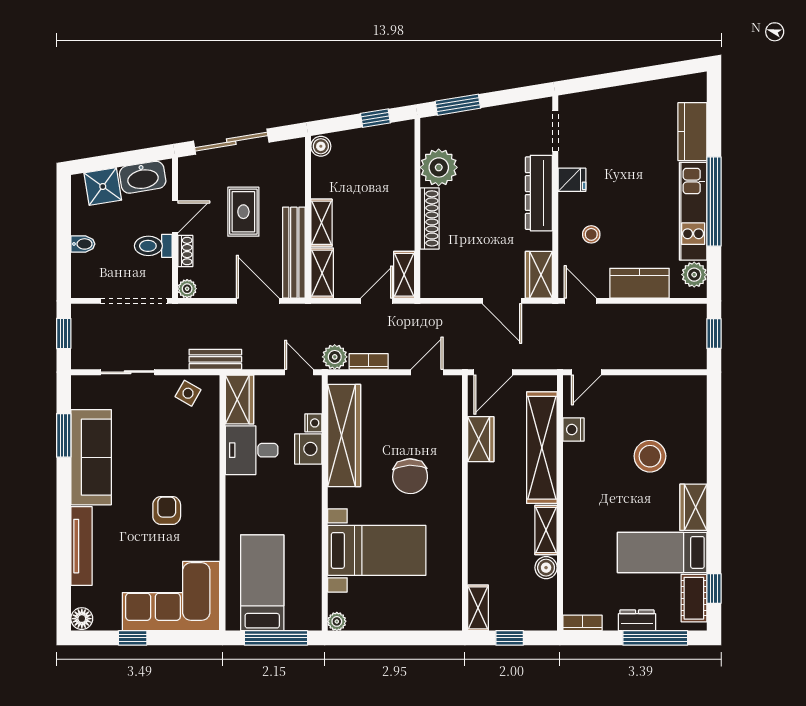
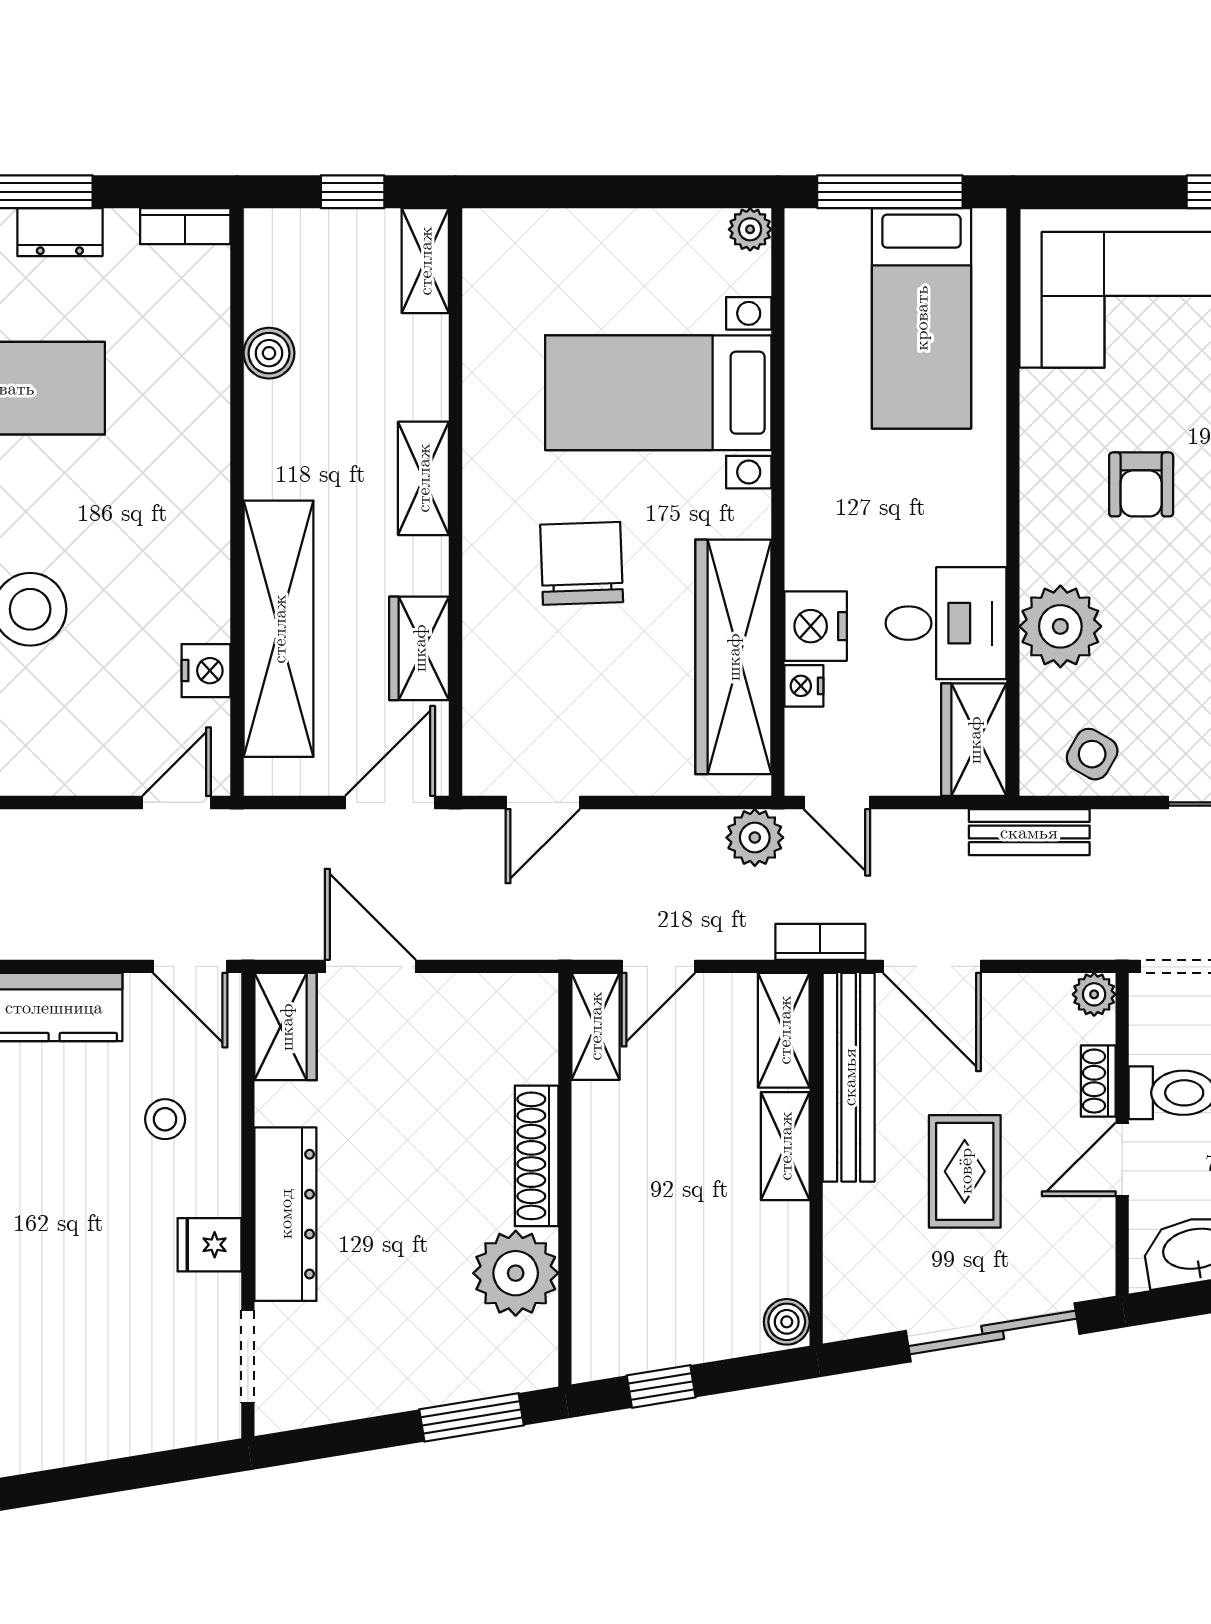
bookcase: (369, 362) -> (820, 942), moved, turned 180
plant: (202, 449) -> (1060, 626), added
shelving: (546, 530) -> (423, 478), moved

